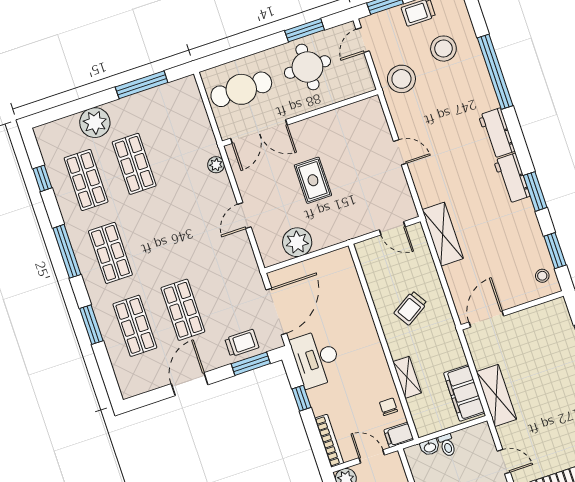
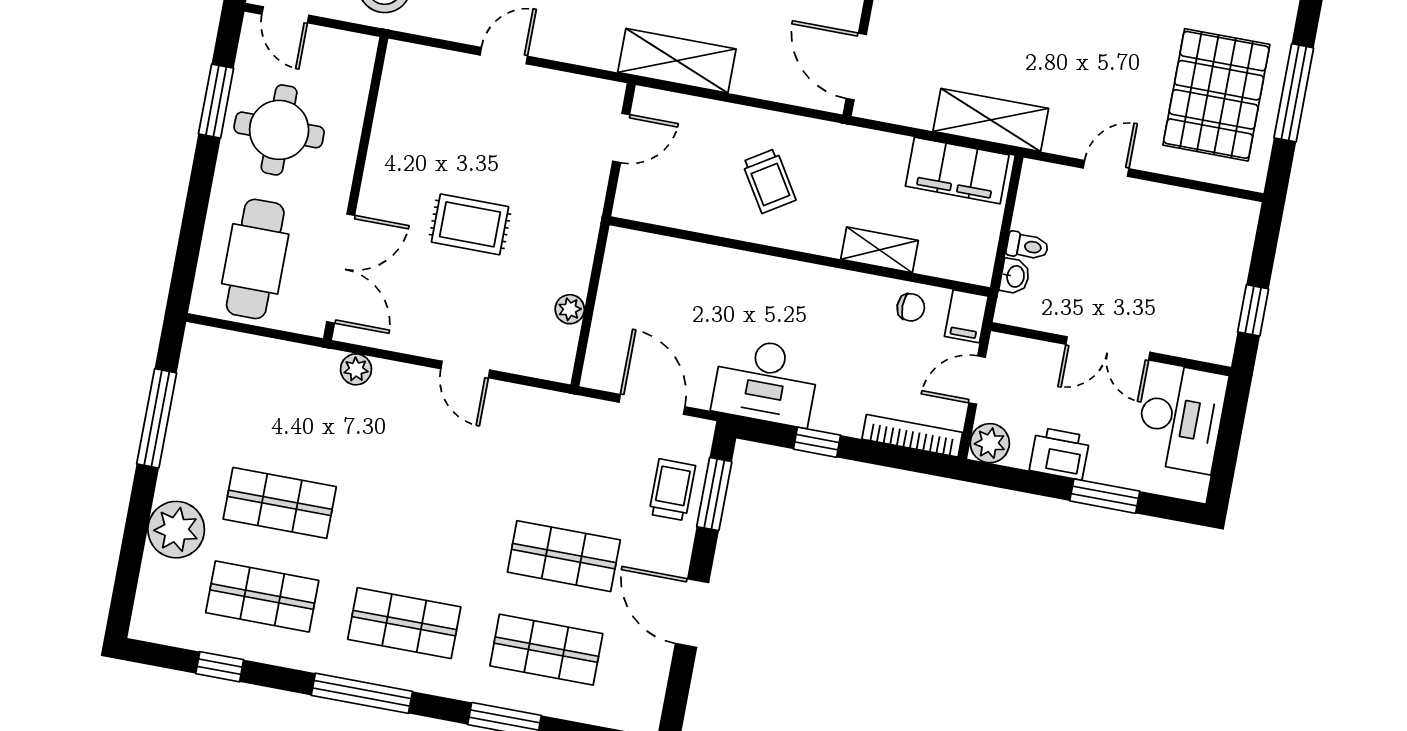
plant: (297, 242) -> (570, 309), width x0.53, depth x0.53
door: (276, 312) -> (652, 404), width x0.73
chair: (388, 407) -> (911, 307), turned 180

